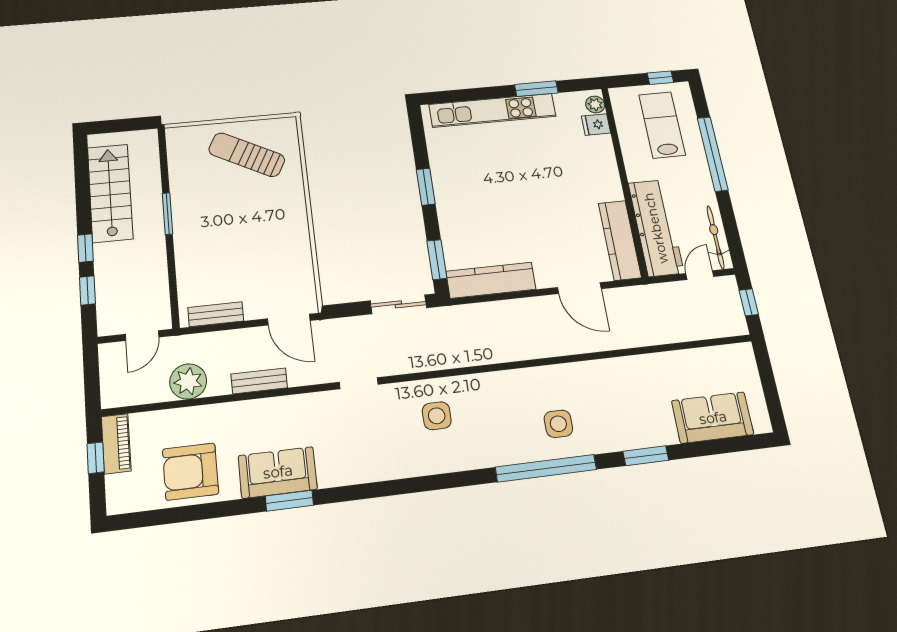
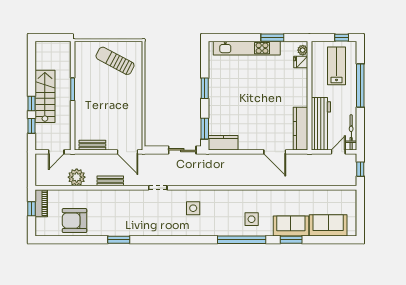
stairs: (110, 193) -> (45, 96), moved
kitchen counter: (491, 280) -> (223, 143), width x0.67
sofa: (278, 472) -> (291, 226), moved

